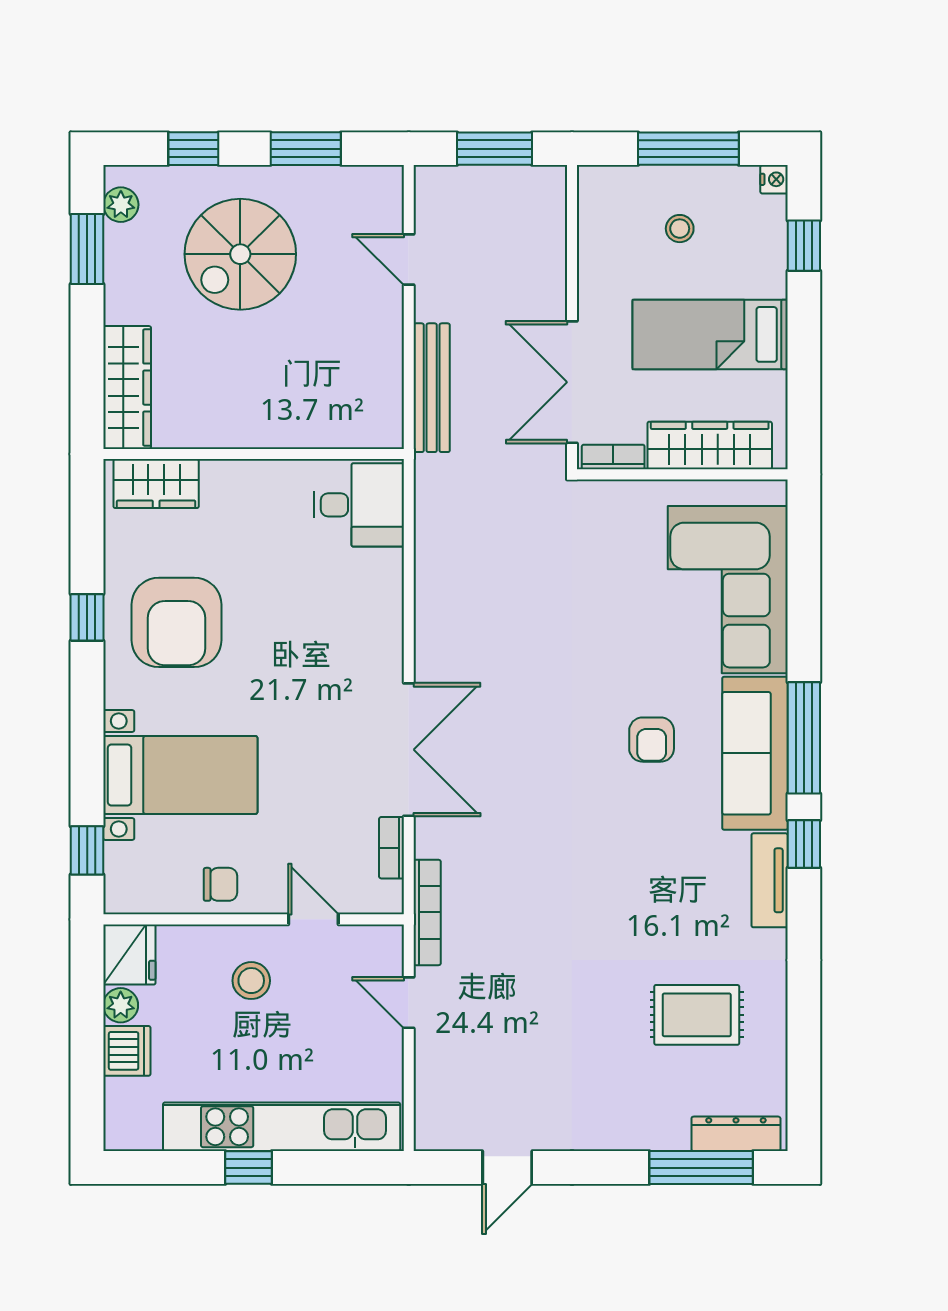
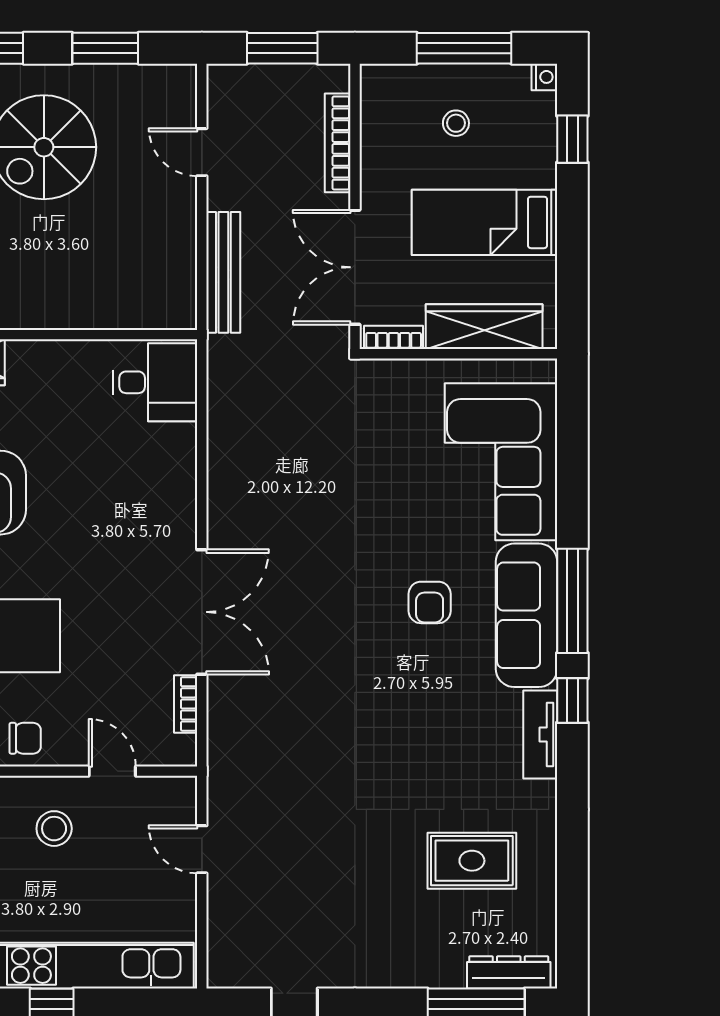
bookcase: (427, 912) -> (338, 143), moved, turned 180

